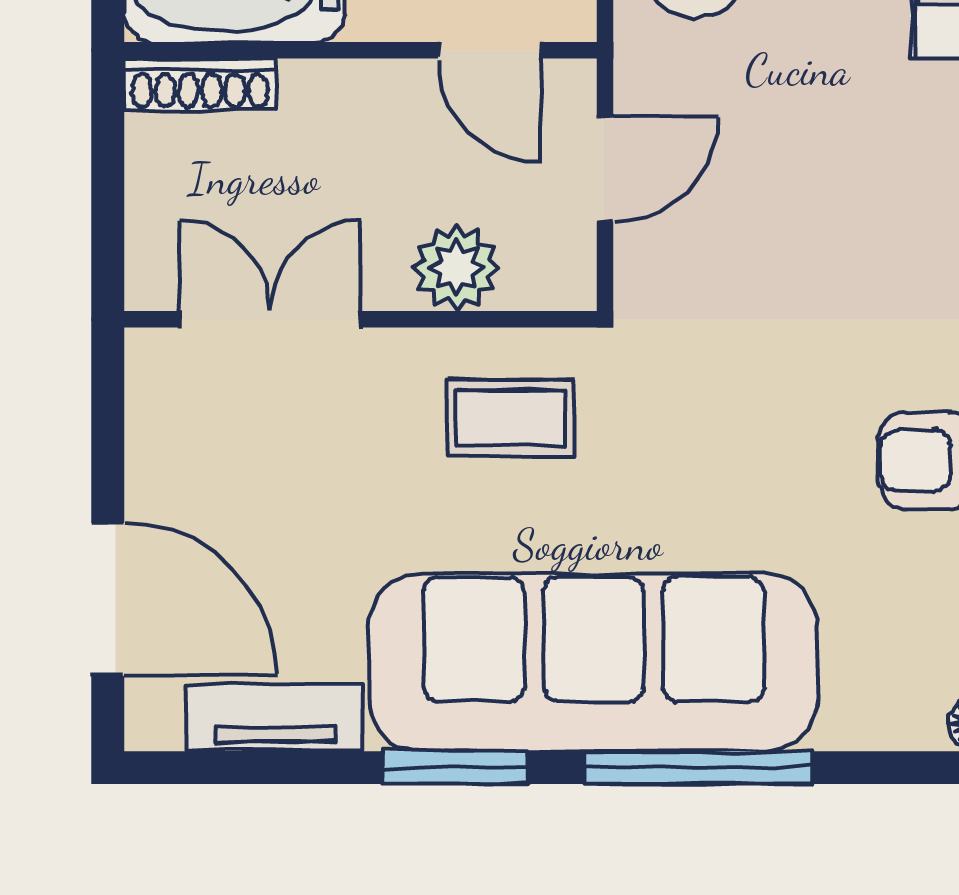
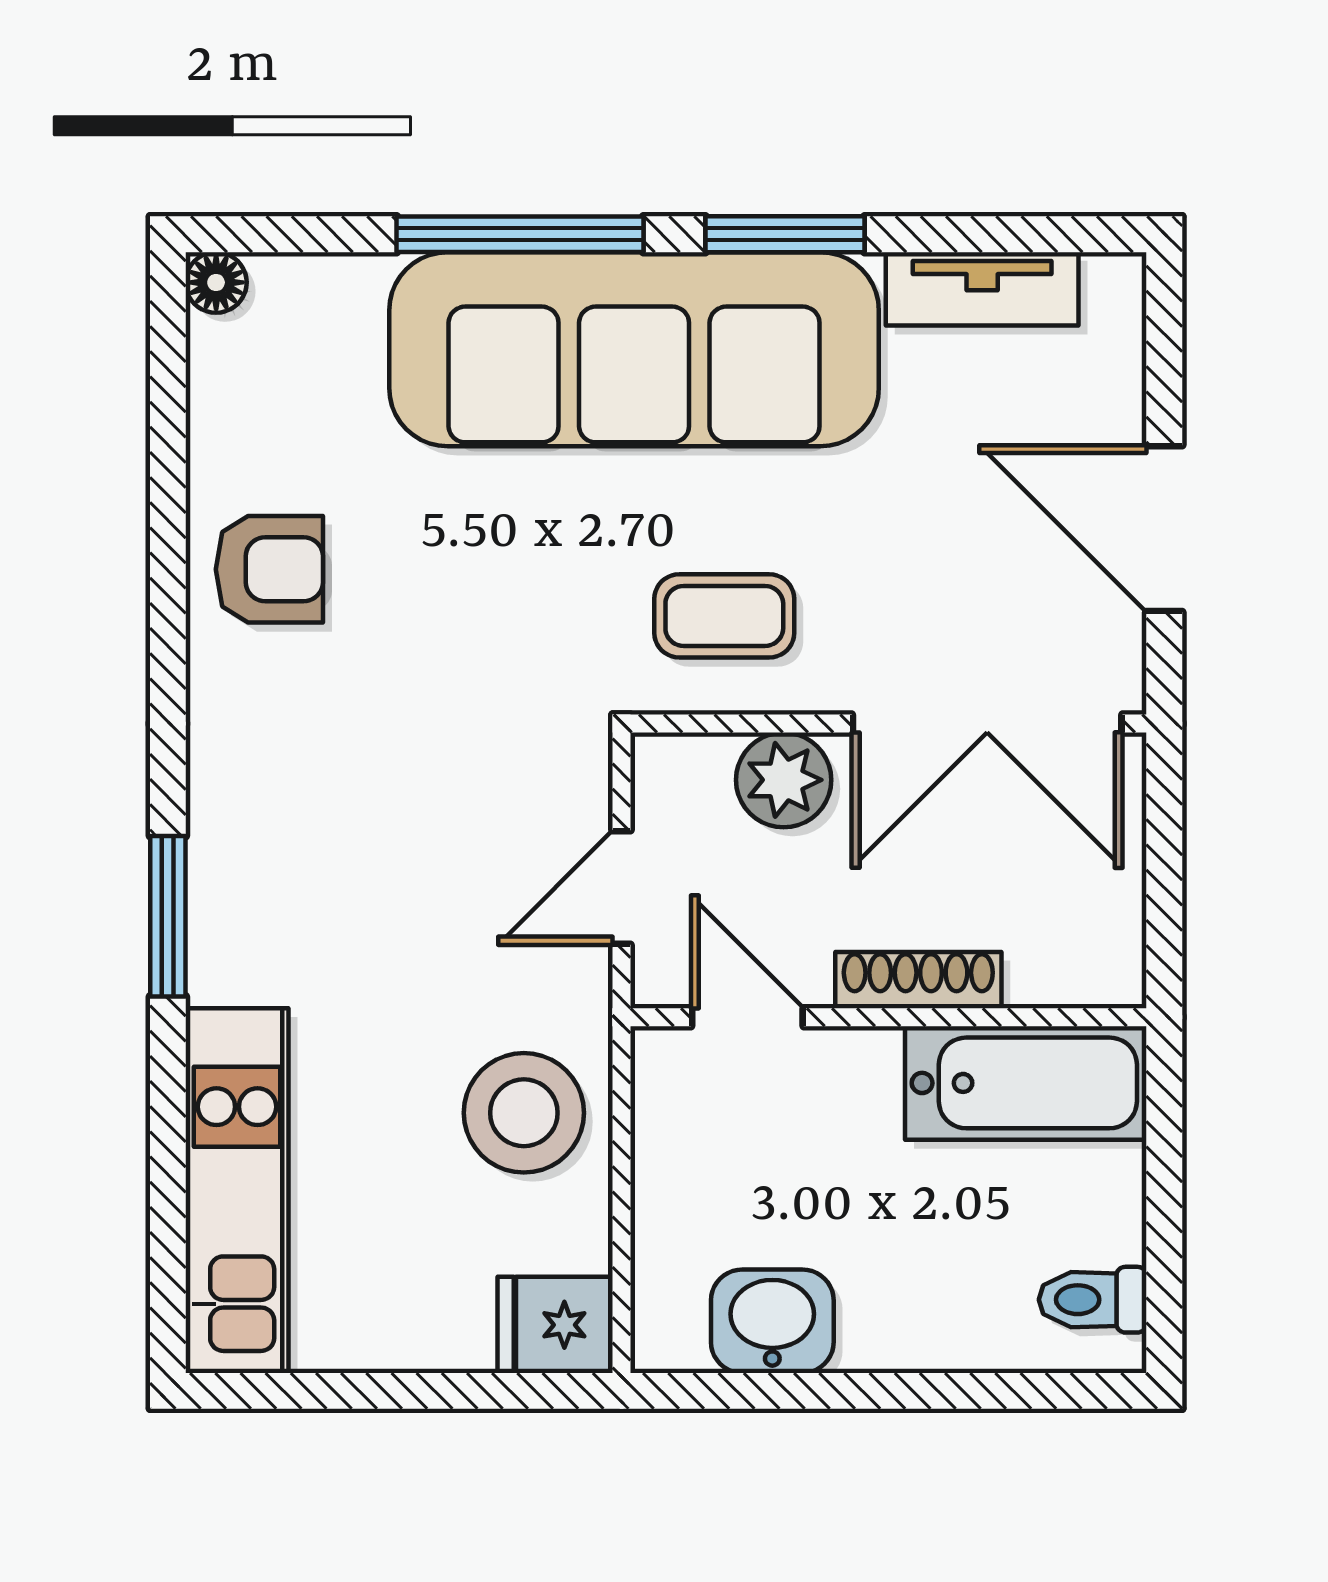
shoe rack: (200, 84) -> (918, 980), moved
double door: (270, 319) -> (987, 724), width x1.37
door: (108, 599) -> (1164, 529), moved

